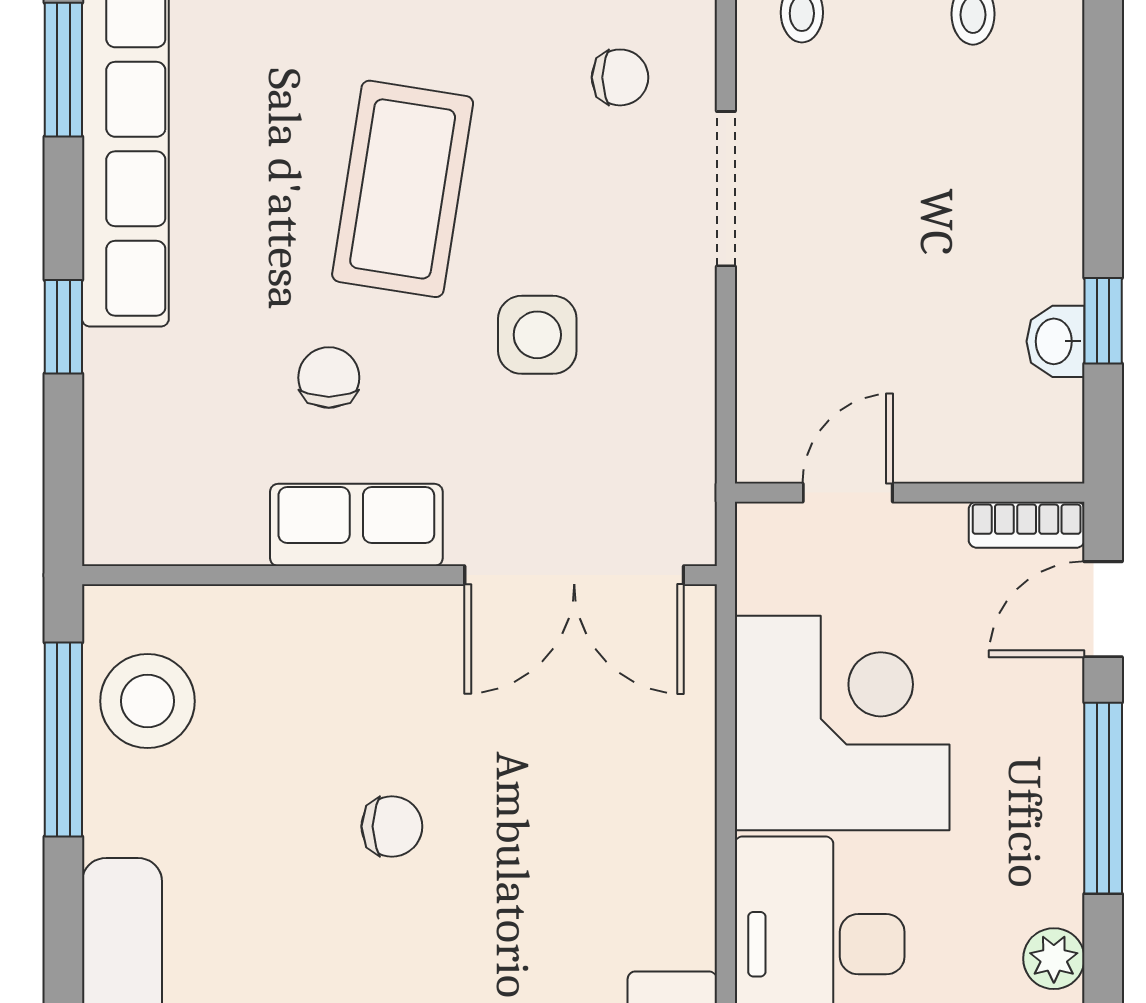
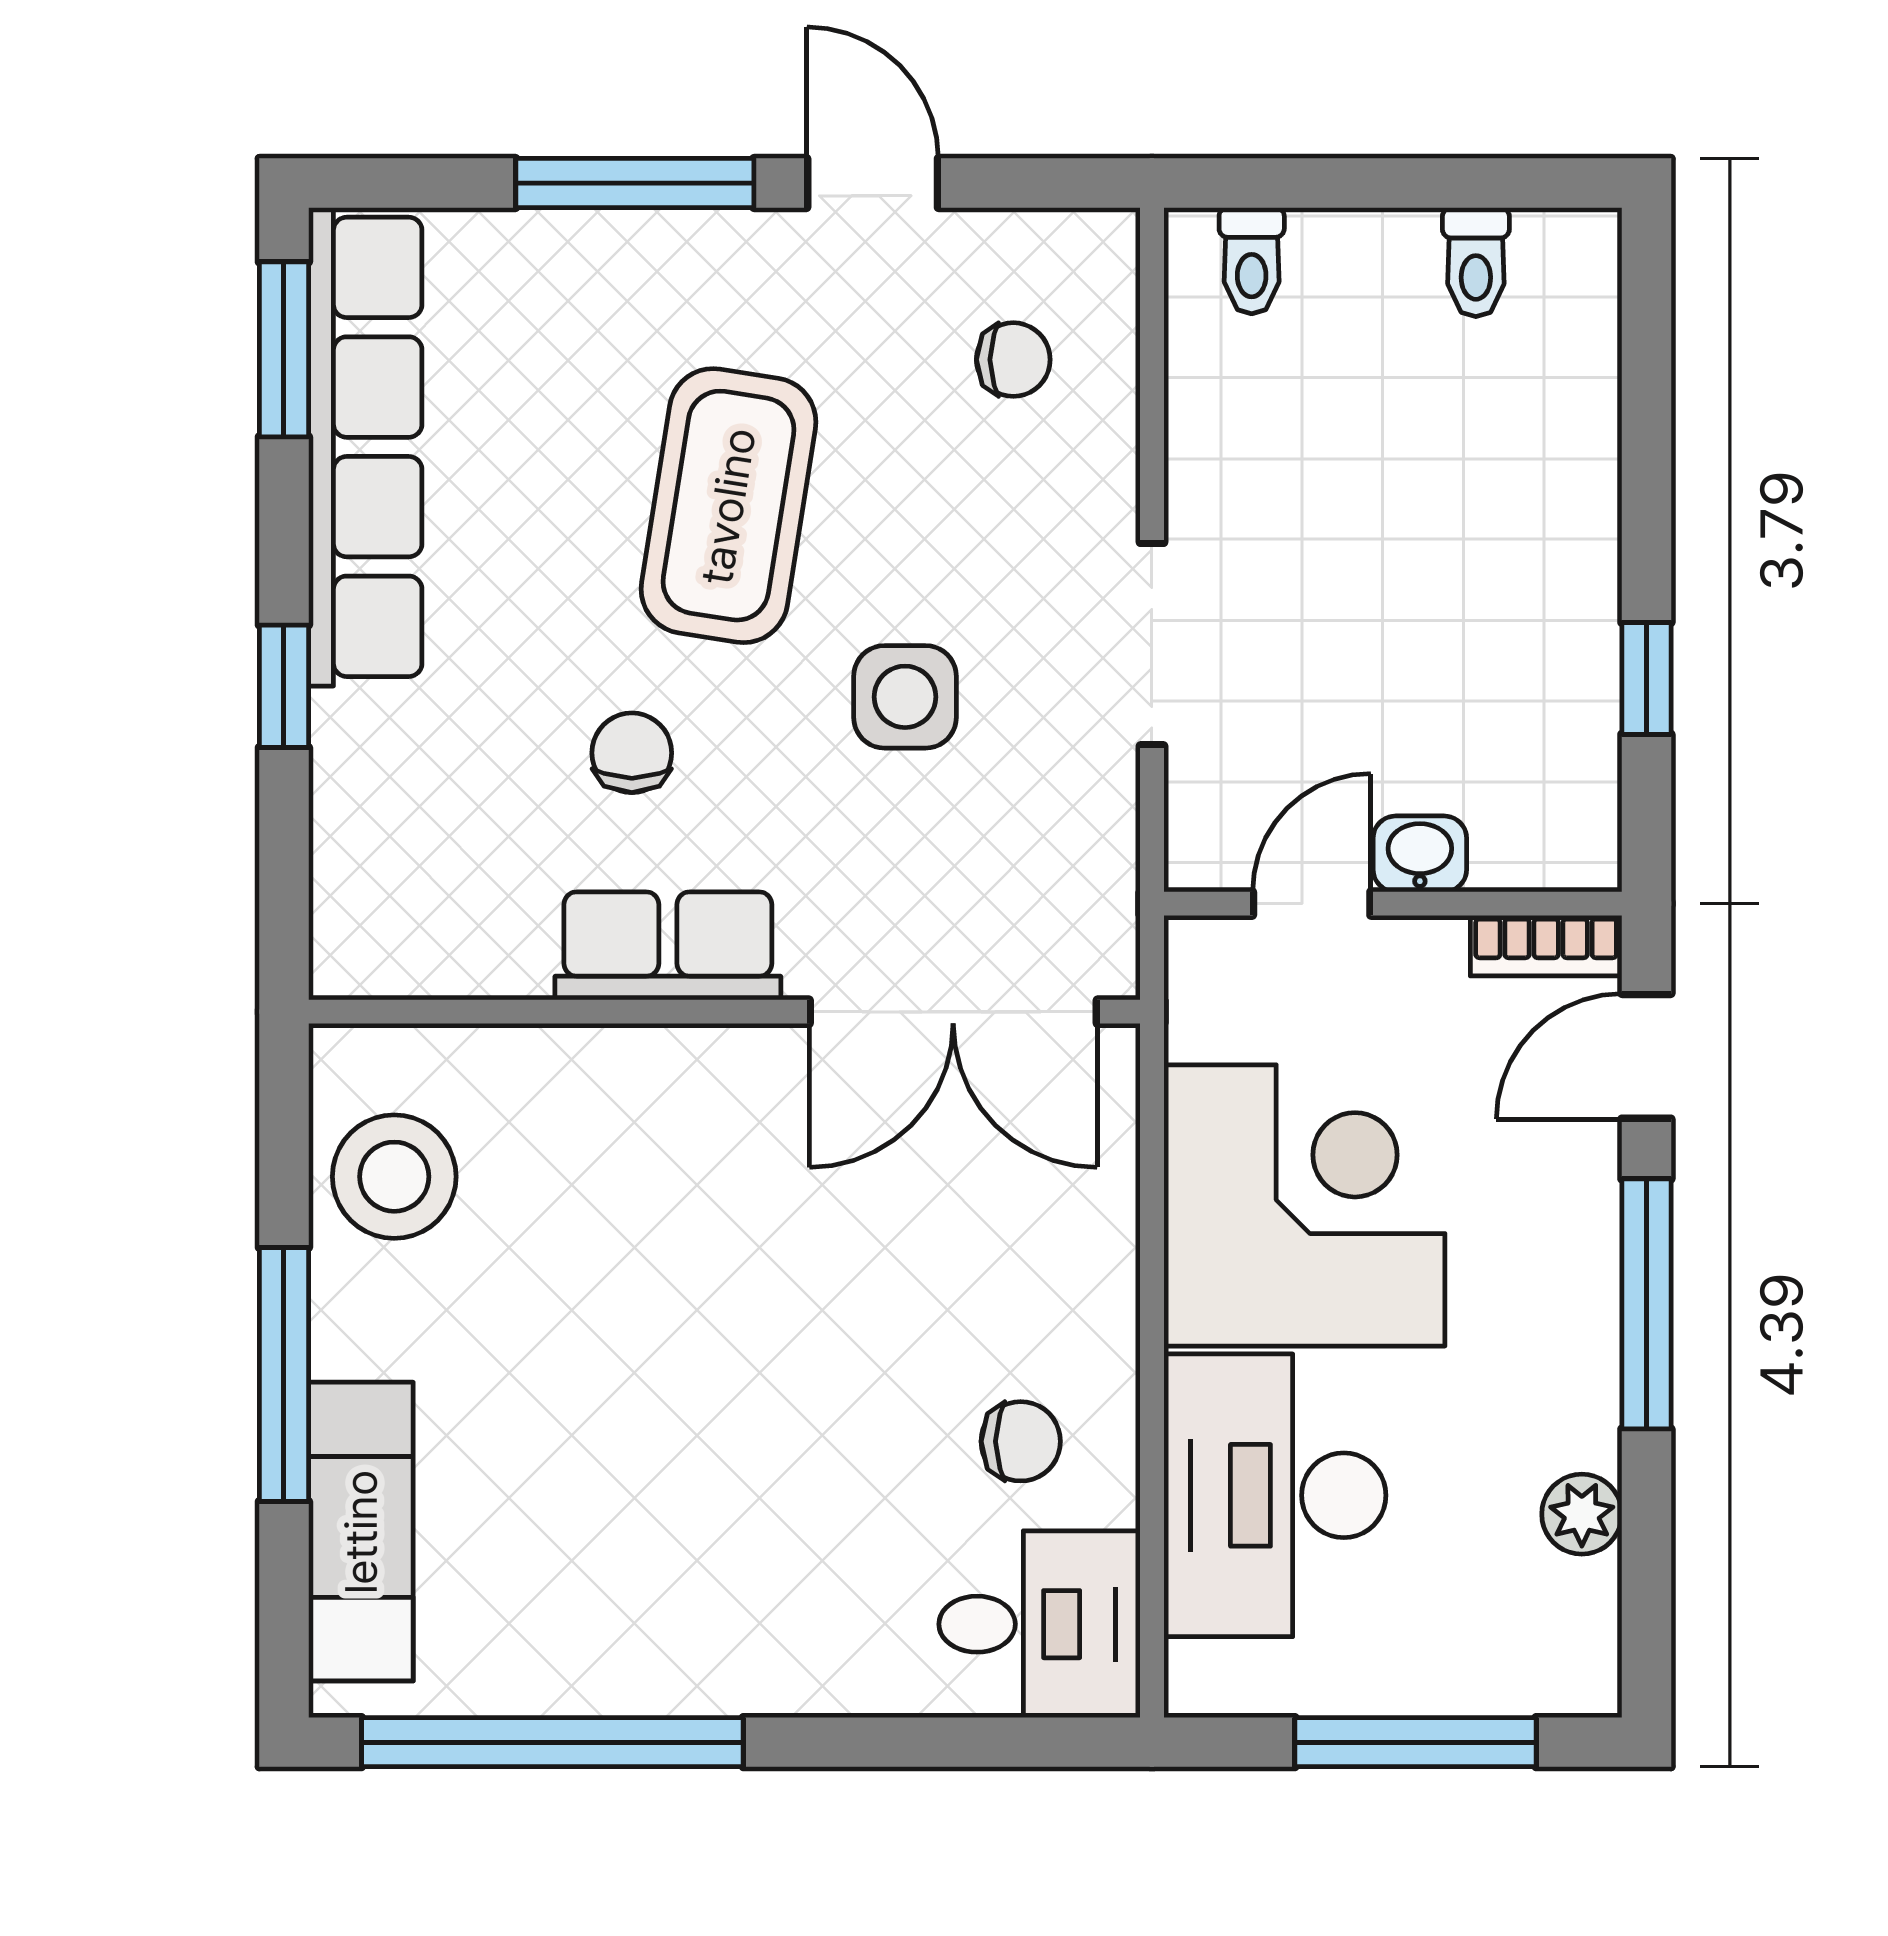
doorway: (726, 189) -> (1152, 644), moved
washbasin: (1055, 341) -> (1420, 854), moved, turned 90
window: (63, 740) -> (284, 1375), moved
chair: (392, 826) -> (1021, 1441), moved

